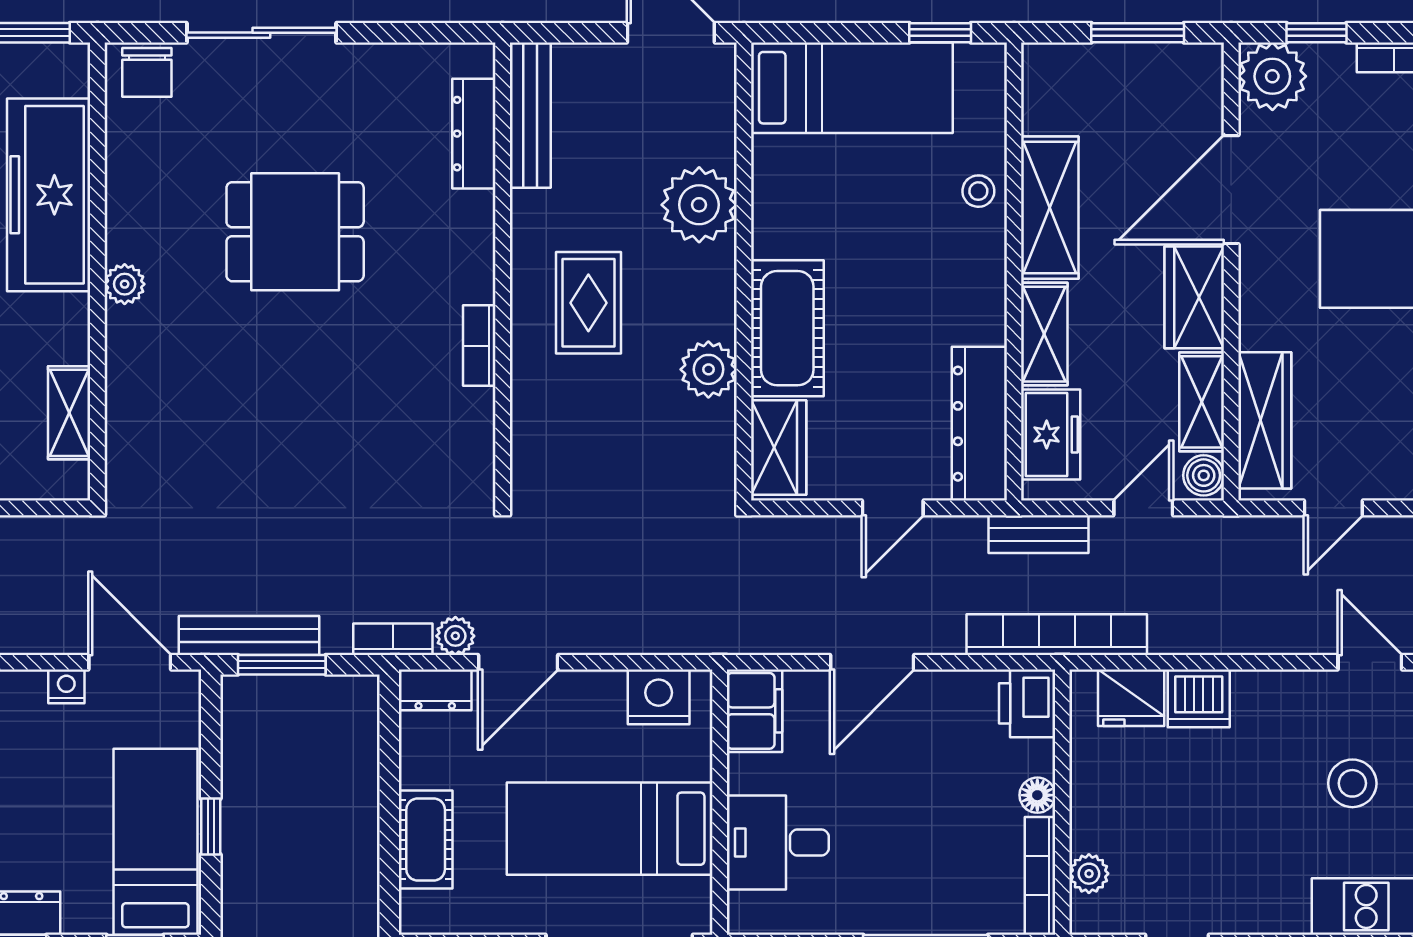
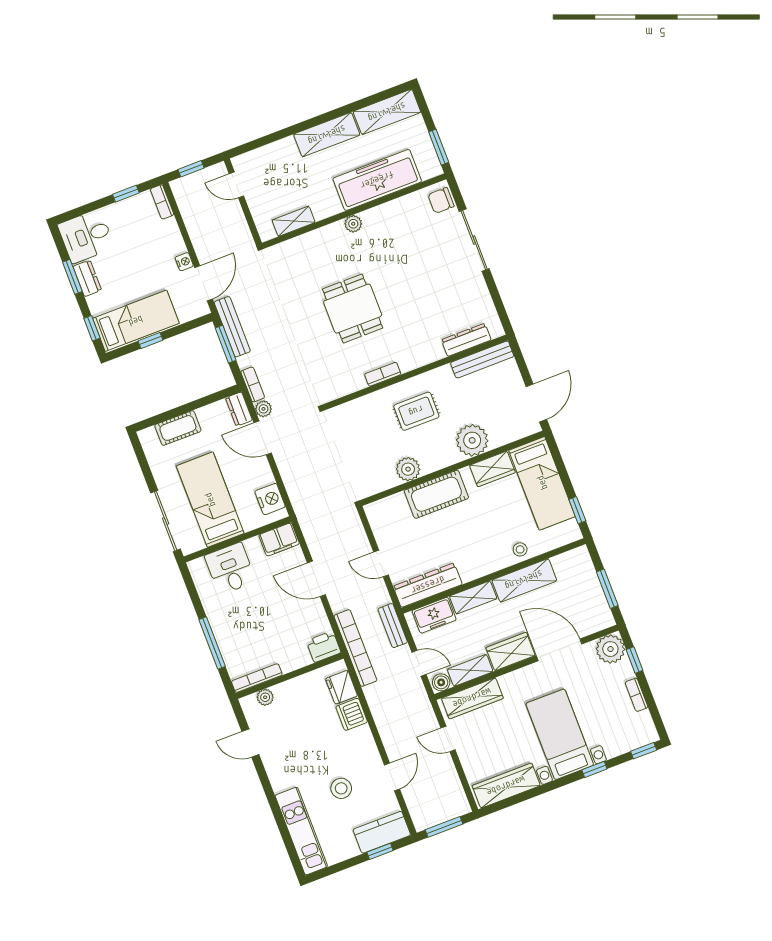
dining table: (295, 232) -> (353, 309), moved
wardrobe: (779, 447) -> (492, 469), moved
floor lamp: (1037, 795) -> (289, 665), removed

